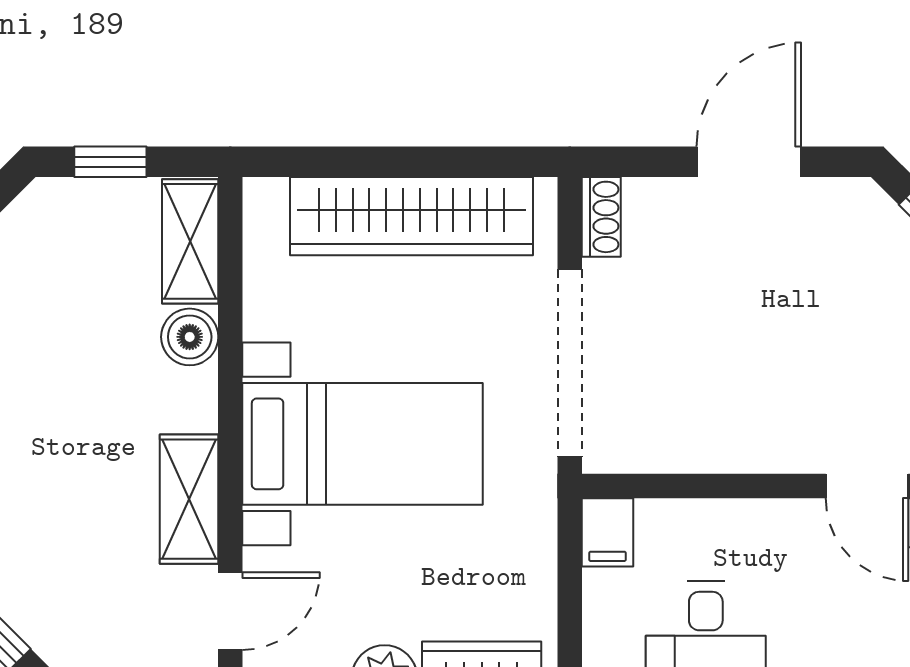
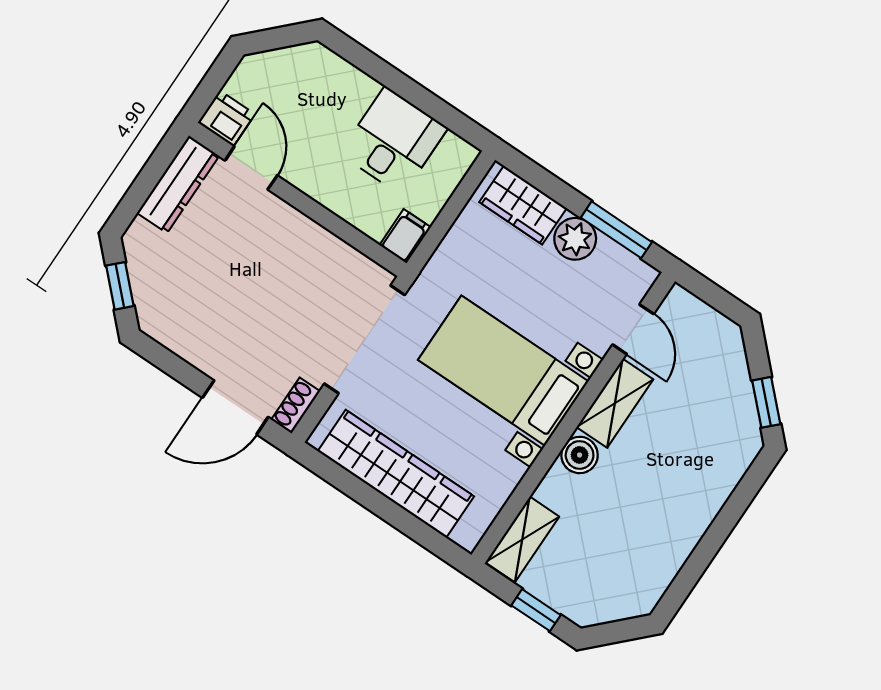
door: (749, 162) -> (235, 407), moved
boiler: (190, 337) -> (580, 455), moved
door: (230, 611) -> (633, 329), swing flipped

